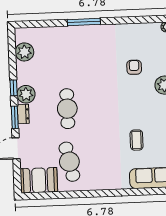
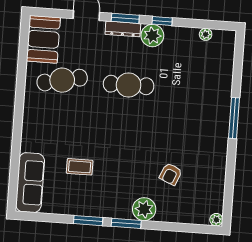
plant: (24, 52) -> (206, 34), width x0.53, depth x0.53
armchair: (134, 67) -> (171, 174), turned 113
dresser: (23, 114) -> (123, 29), width x1.44

